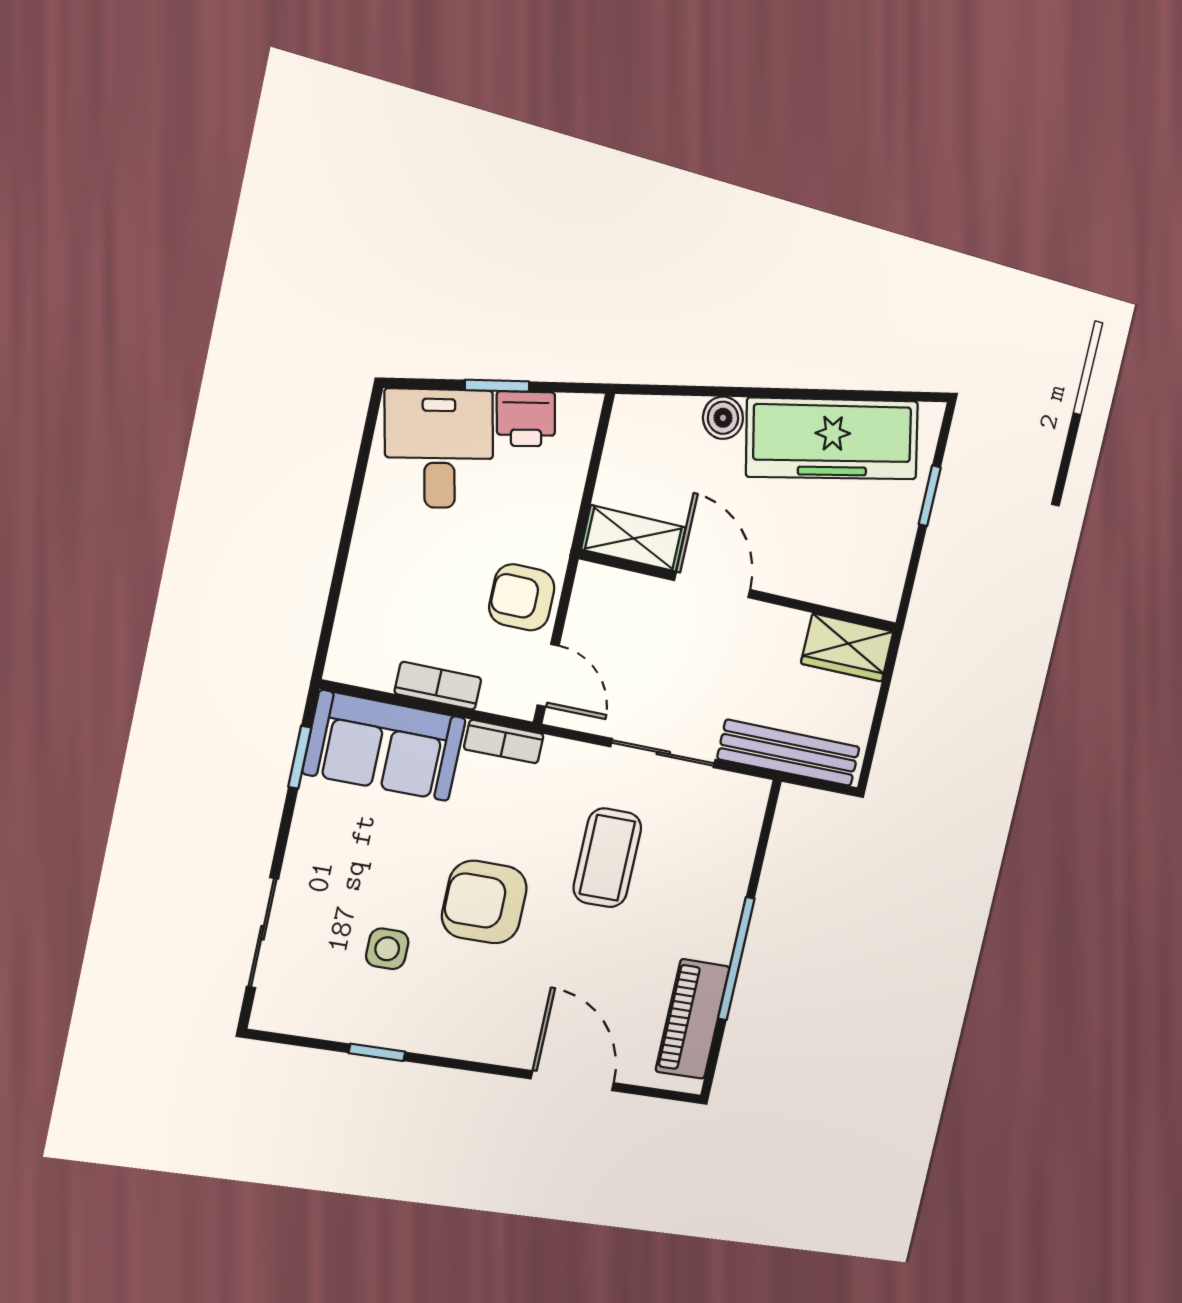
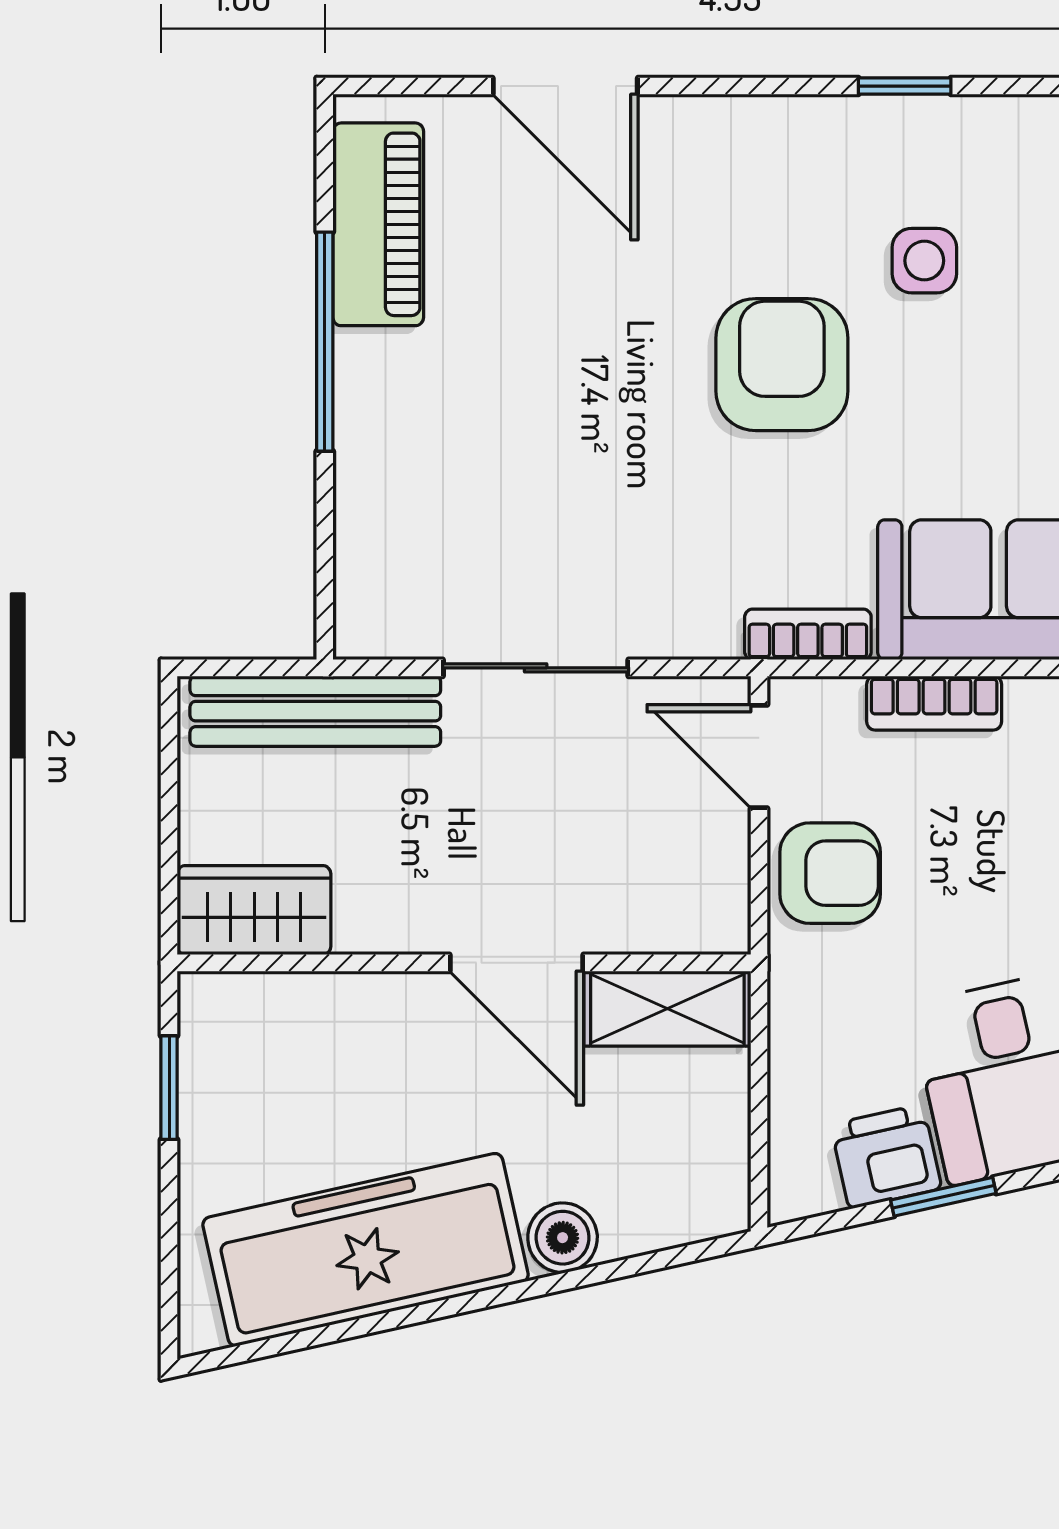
window: (930, 496) -> (169, 1088), moved
coffee table: (607, 858) -> (591, 475), removed
armchair: (484, 902) -> (782, 365), turned -90

